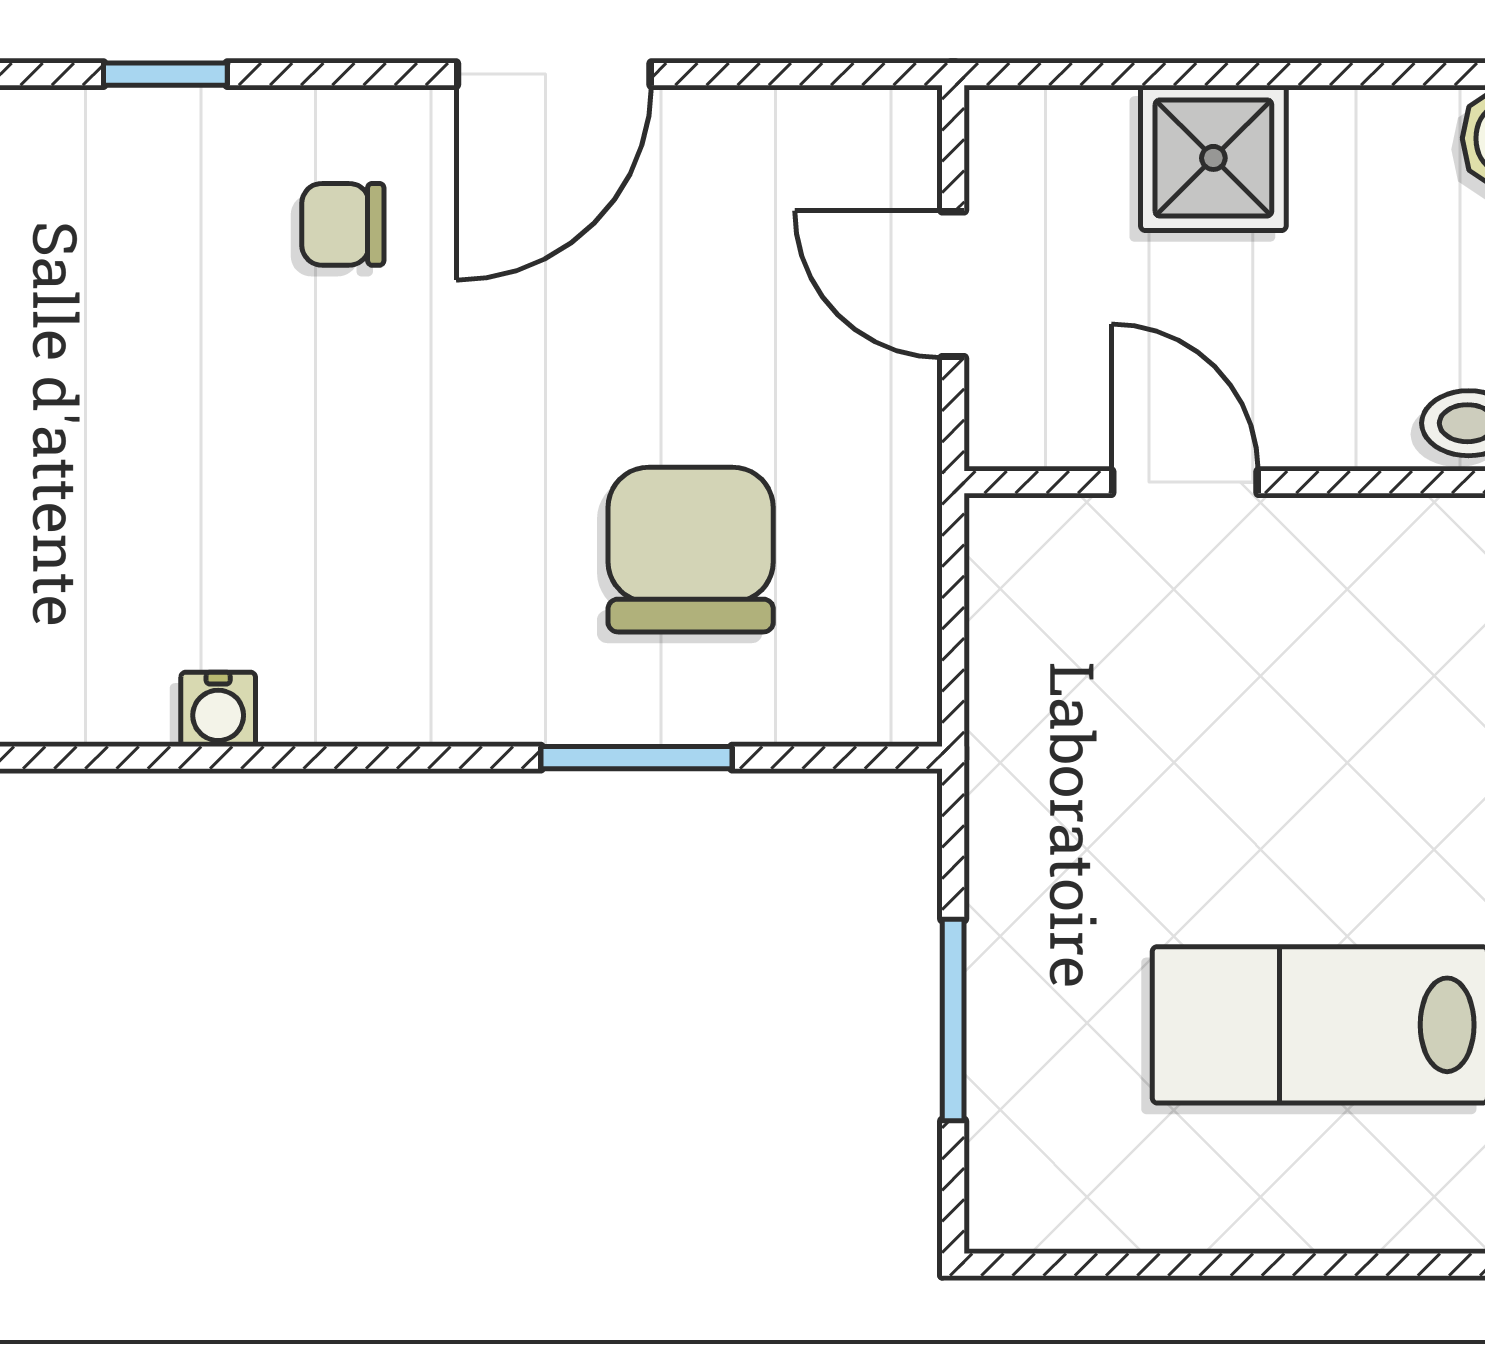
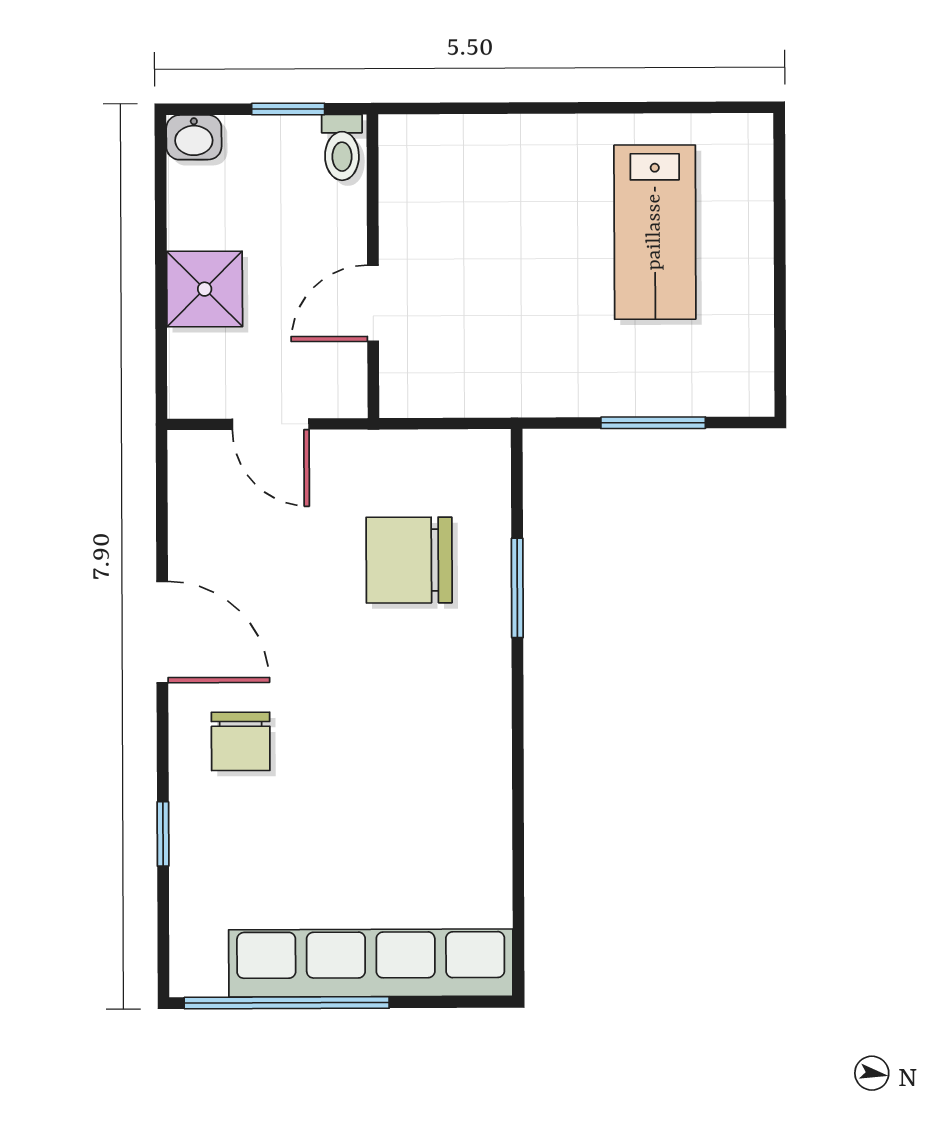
chair: (343, 224) -> (241, 741), width x1.37, depth x1.37
door: (953, 284) -> (271, 424), hinge flipped
water cooler: (218, 709) -> (493, 805), removed

